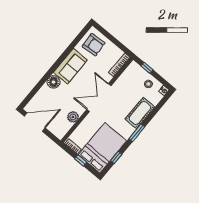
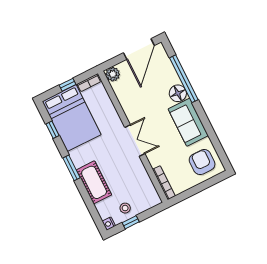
armchair: (94, 45) -> (202, 162), turned 94
window: (147, 68) -> (131, 222), moved
window: (42, 82) -> (184, 79), added
double door: (99, 98) -> (135, 140), width x0.73
plant: (73, 117) -> (113, 74), moved

